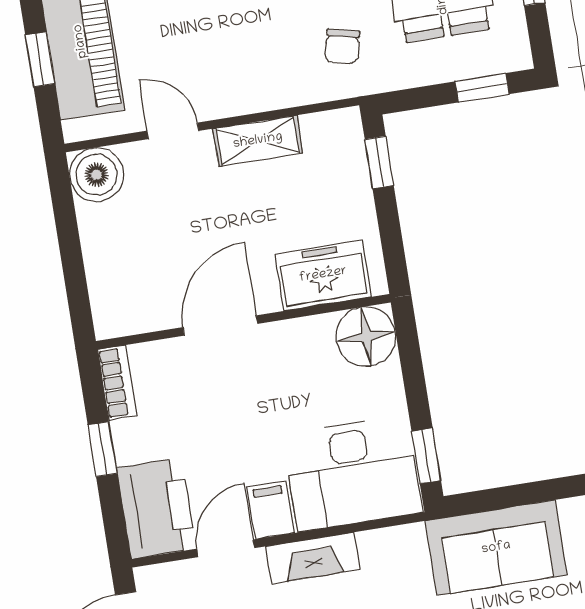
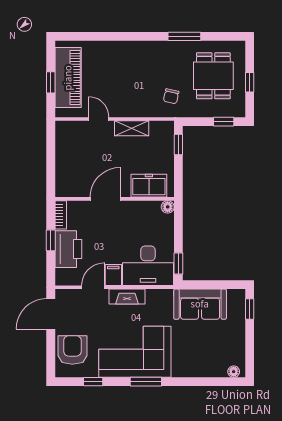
boiler: (97, 175) -> (66, 131), removed
floor lamp: (366, 337) -> (168, 207), width x0.53, depth x0.53
printer: (156, 508) -> (68, 249), moved

